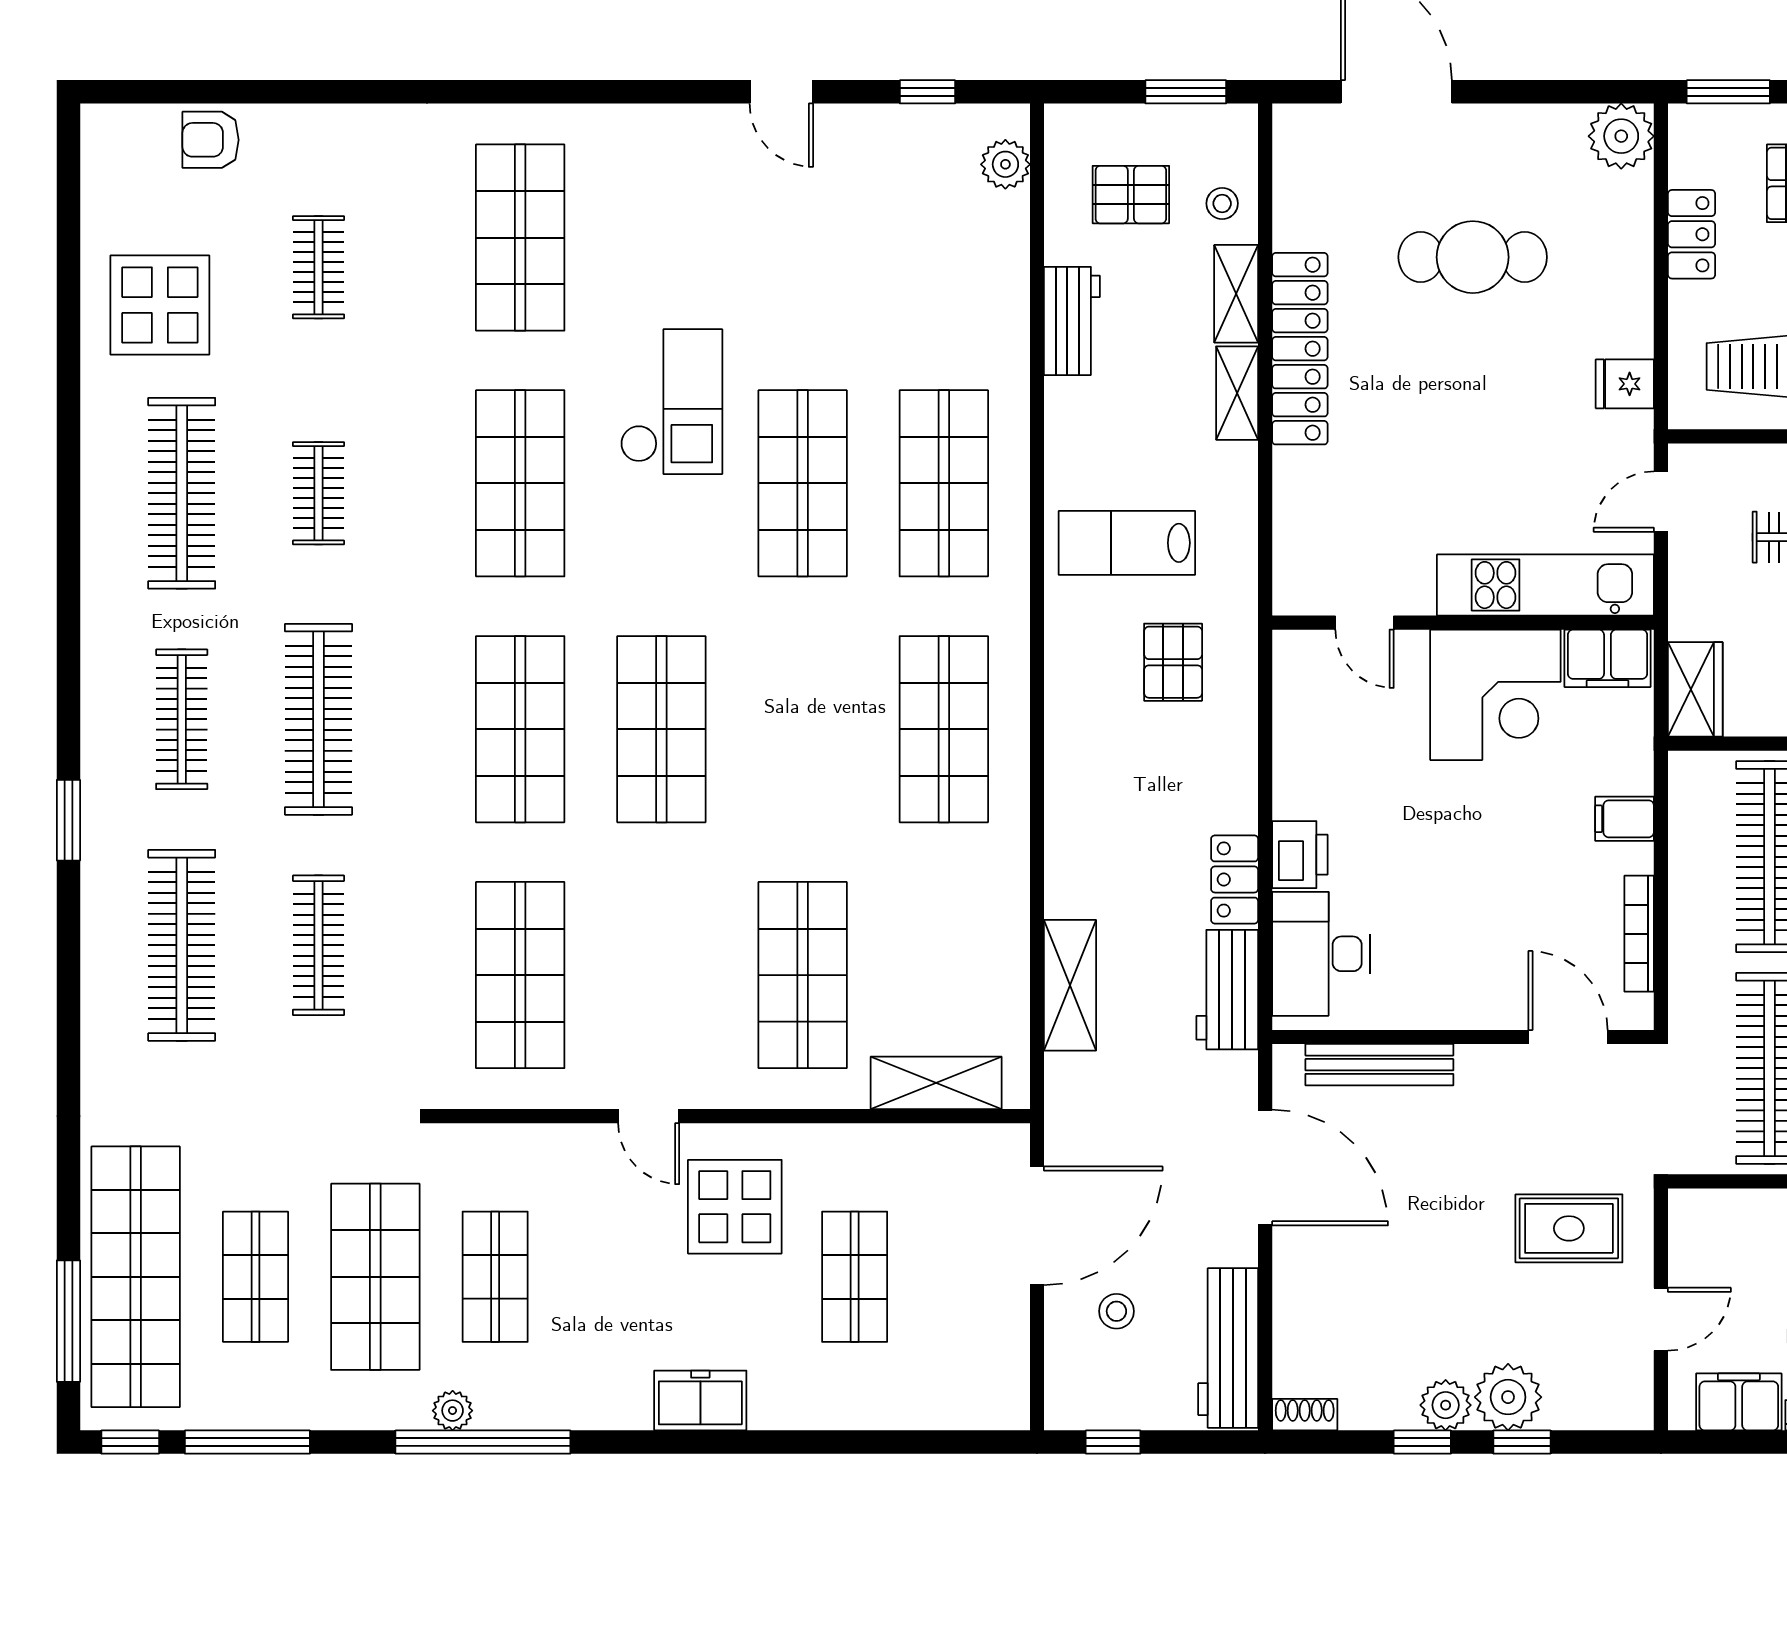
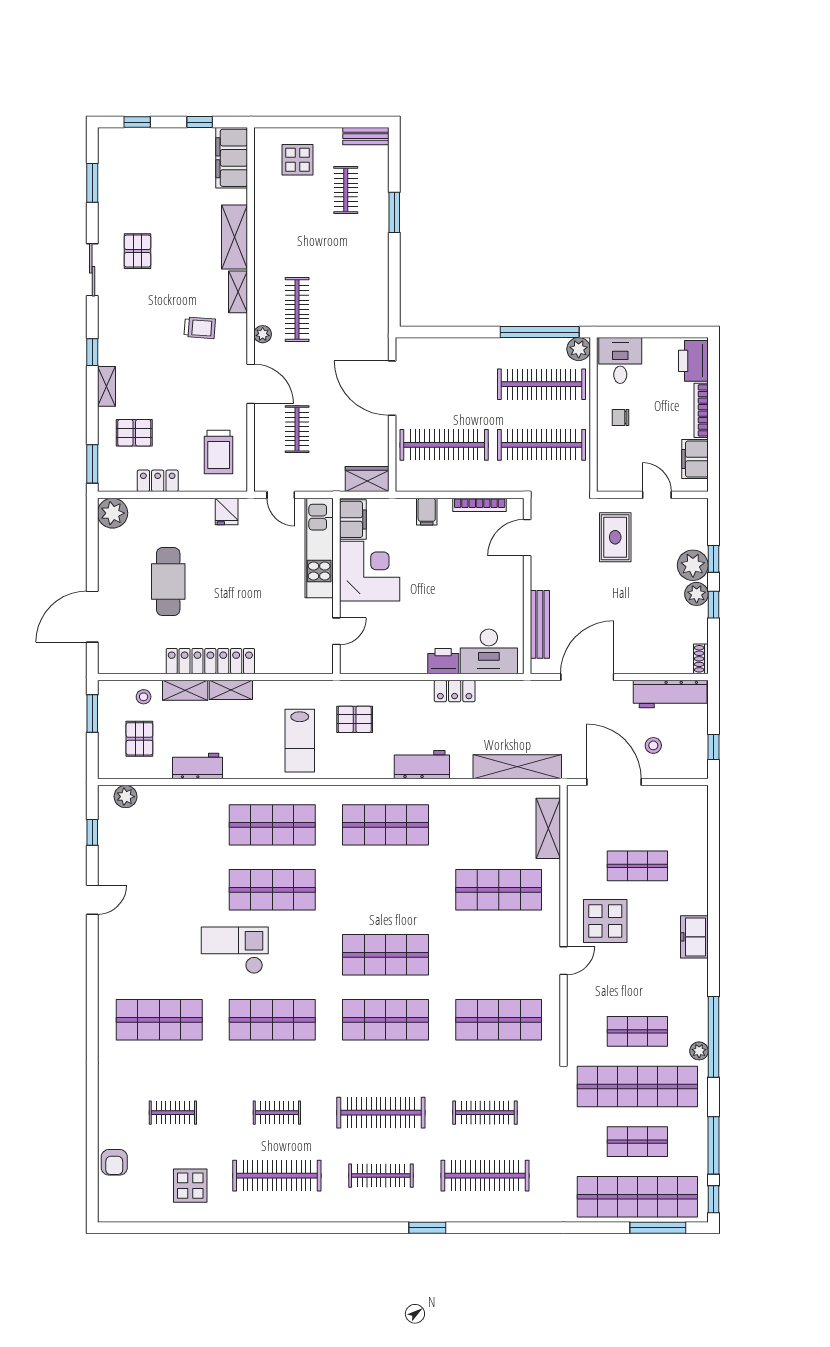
display table: (160, 305) -> (190, 1186), width x0.73, depth x0.73
shelving: (1070, 985) -> (517, 767), width x1.47
workbench: (1227, 990) -> (422, 765), moved, turned 180
shop shelf: (375, 1277) -> (637, 1086), width x1.40

